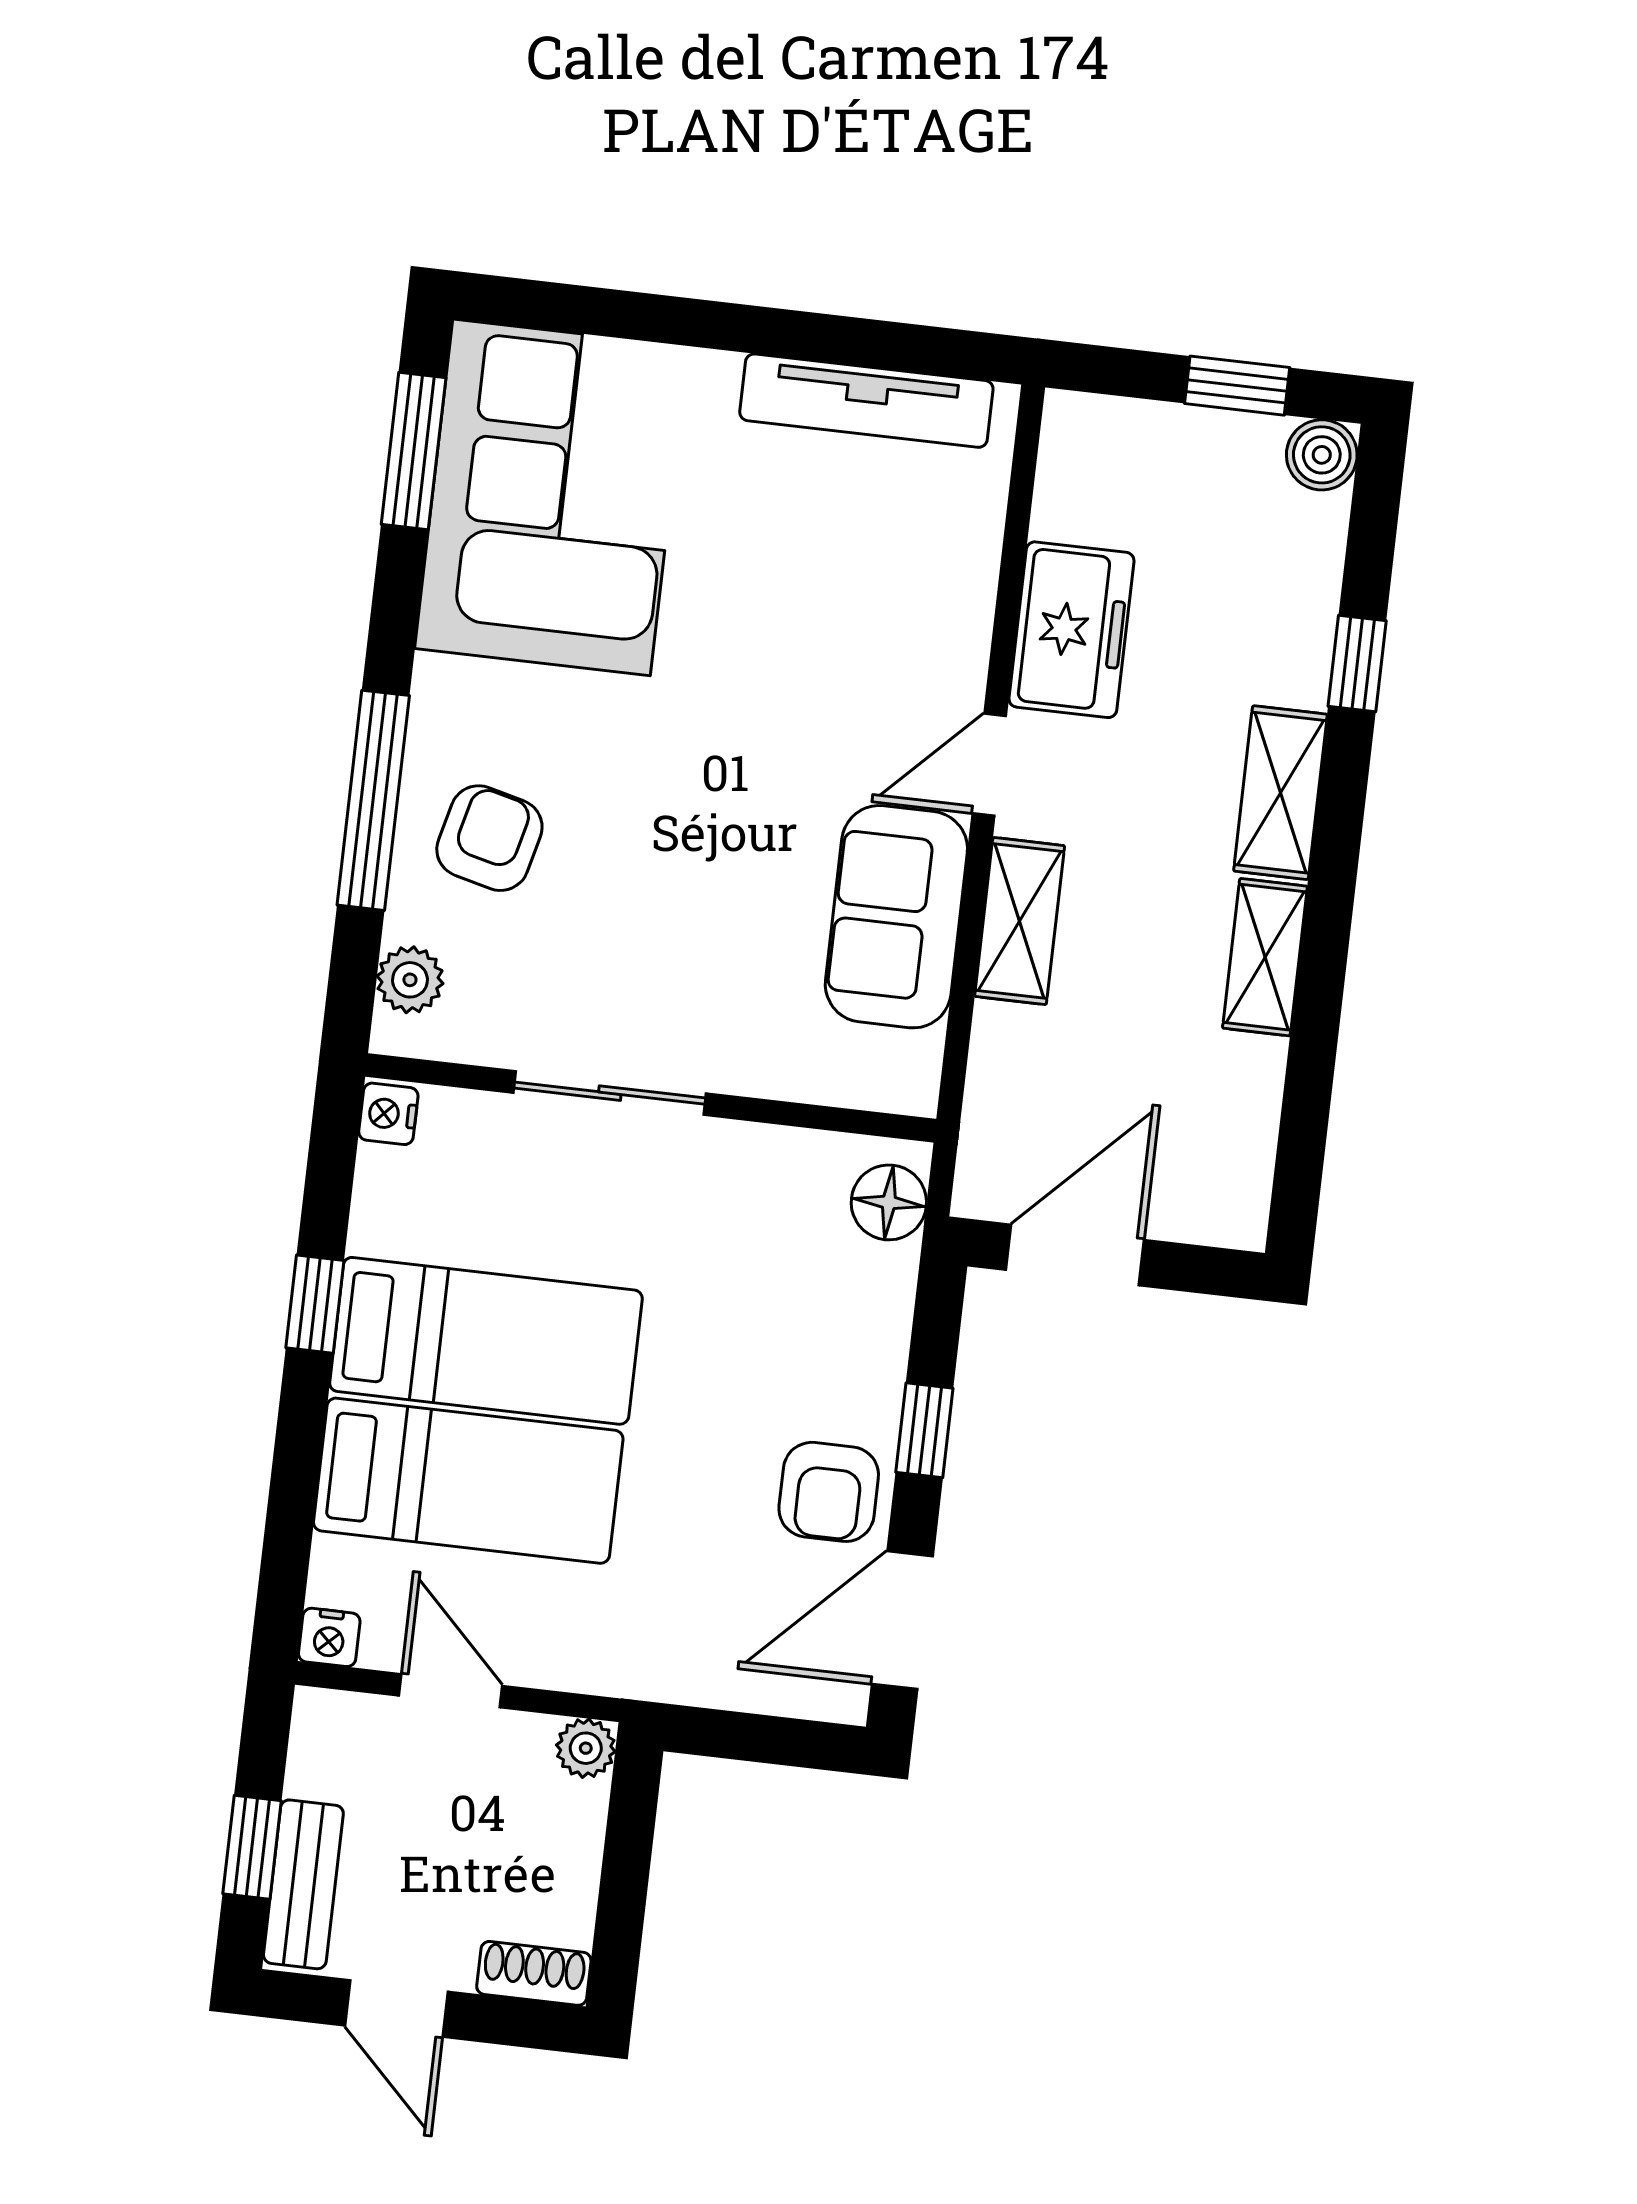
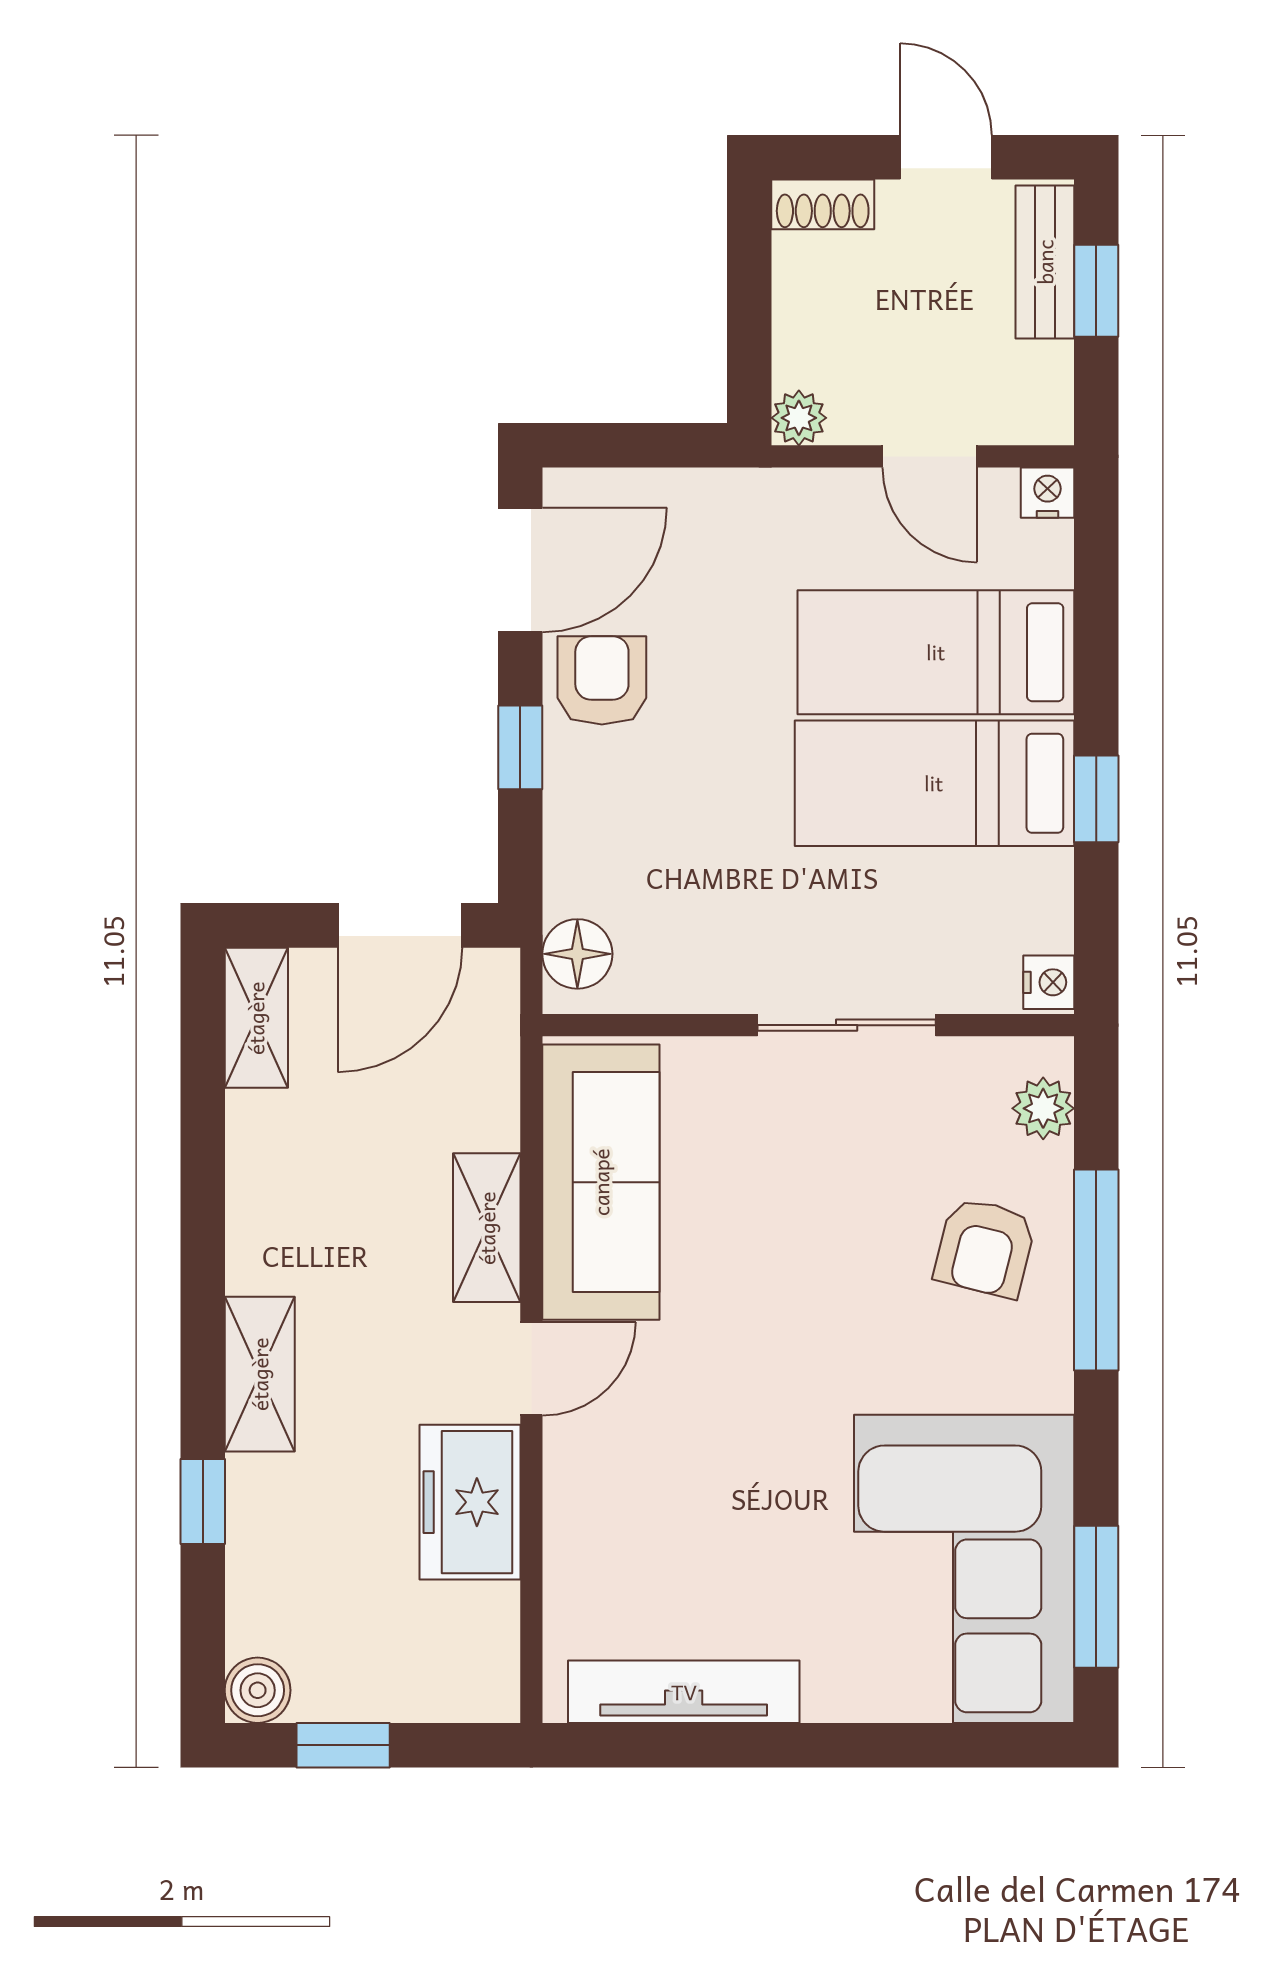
sofa: (896, 917) -> (601, 1182), width x1.36
shelving: (1265, 957) -> (256, 1018), moved

